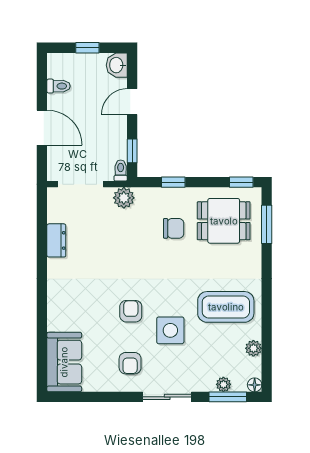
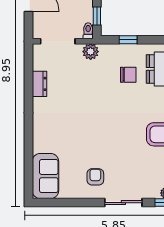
armchair: (131, 311) -> (96, 138), removed
side table: (170, 330) -> (126, 152), removed
armchair: (130, 363) -> (95, 177), turned 180

